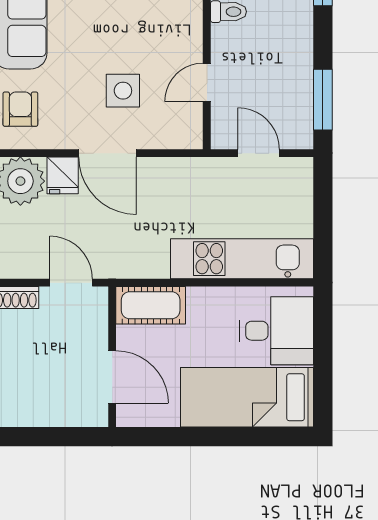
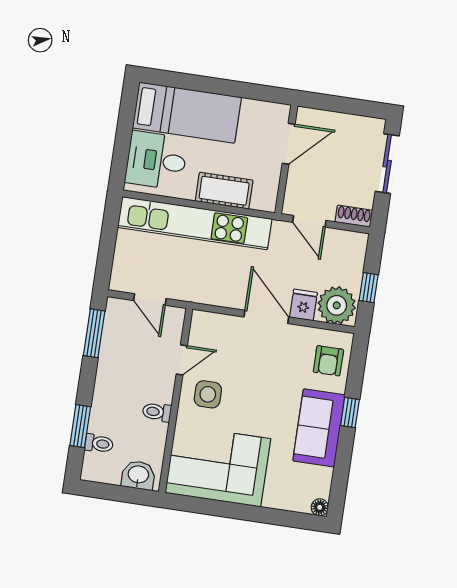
side table: (123, 91) -> (208, 394), moved
kitchen unit: (242, 259) -> (195, 223), width x1.36
cot: (151, 305) -> (224, 191), moved
door: (112, 377) -> (289, 144), swing flipped

